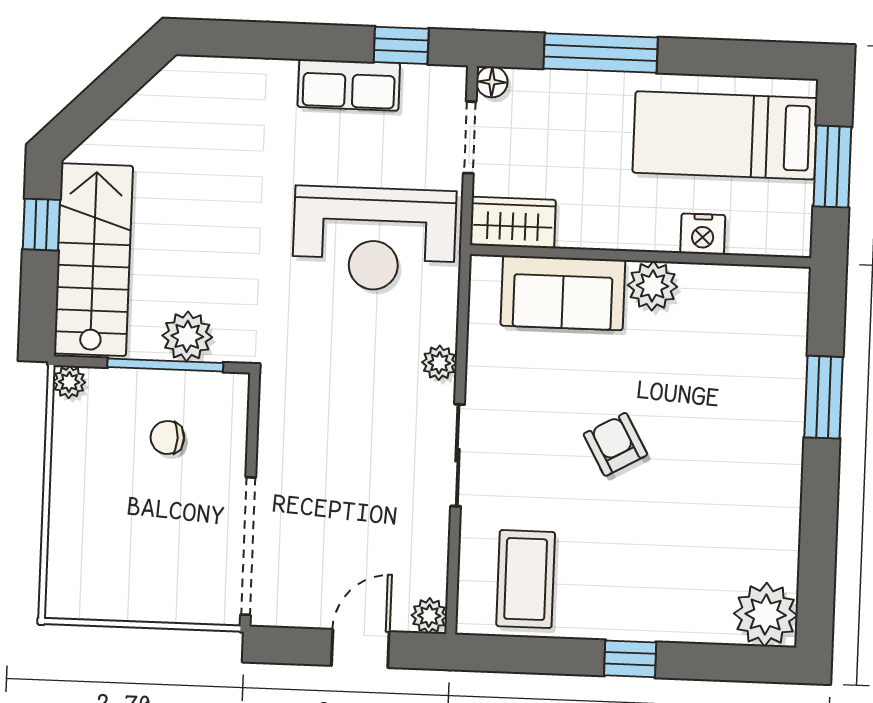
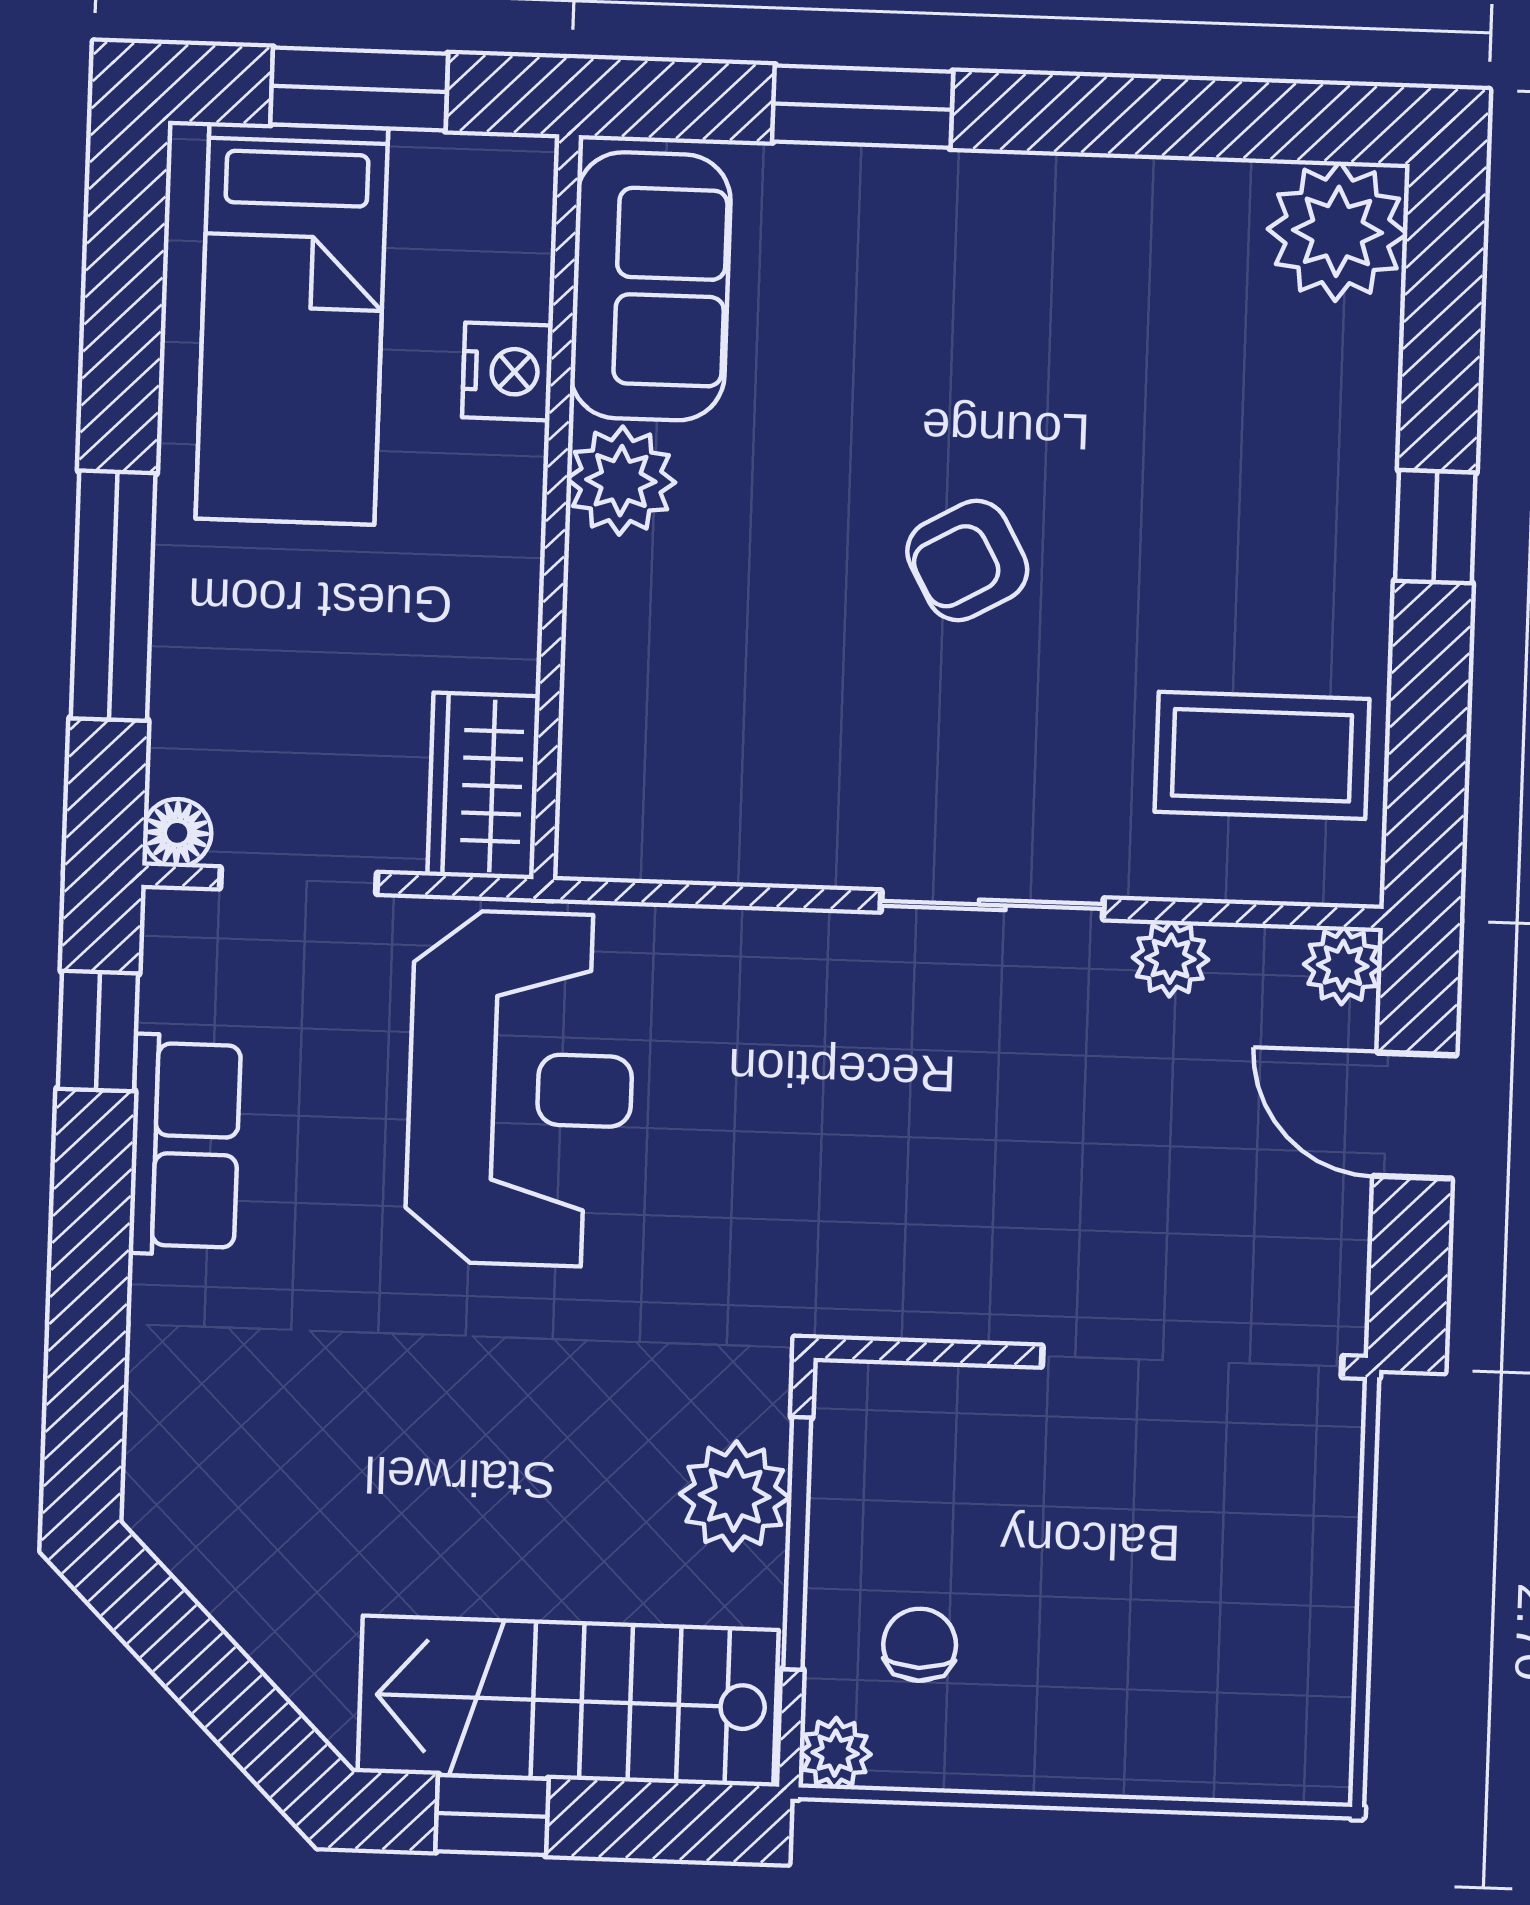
sofa: (563, 293) -> (650, 286), moved
plant: (439, 363) -> (1170, 959), moved
chair: (167, 437) -> (920, 1645), moved, turned 180

